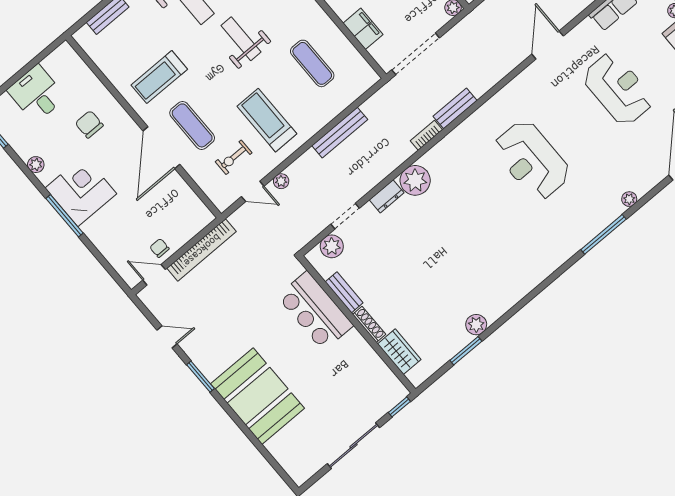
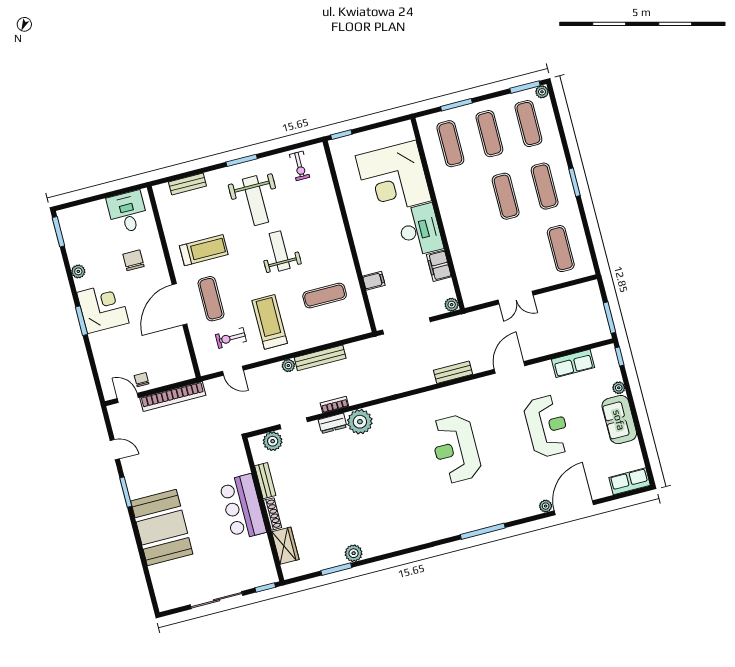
filing cabinet: (363, 29) -> (374, 281), width x0.50
exercise mat: (312, 63) -> (325, 296), turned 90
treadmill: (159, 77) -> (204, 250), turned 180
desk: (37, 94) -> (127, 212), moved
bench: (455, 108) -> (453, 372), moved
bookcase: (426, 135) -> (334, 405), moved
plant: (281, 181) -> (288, 366), moved
plant: (629, 199) -> (546, 506), moved
window: (65, 216) -> (81, 321), width x0.69
bar counter: (315, 311) -> (243, 507), moved

